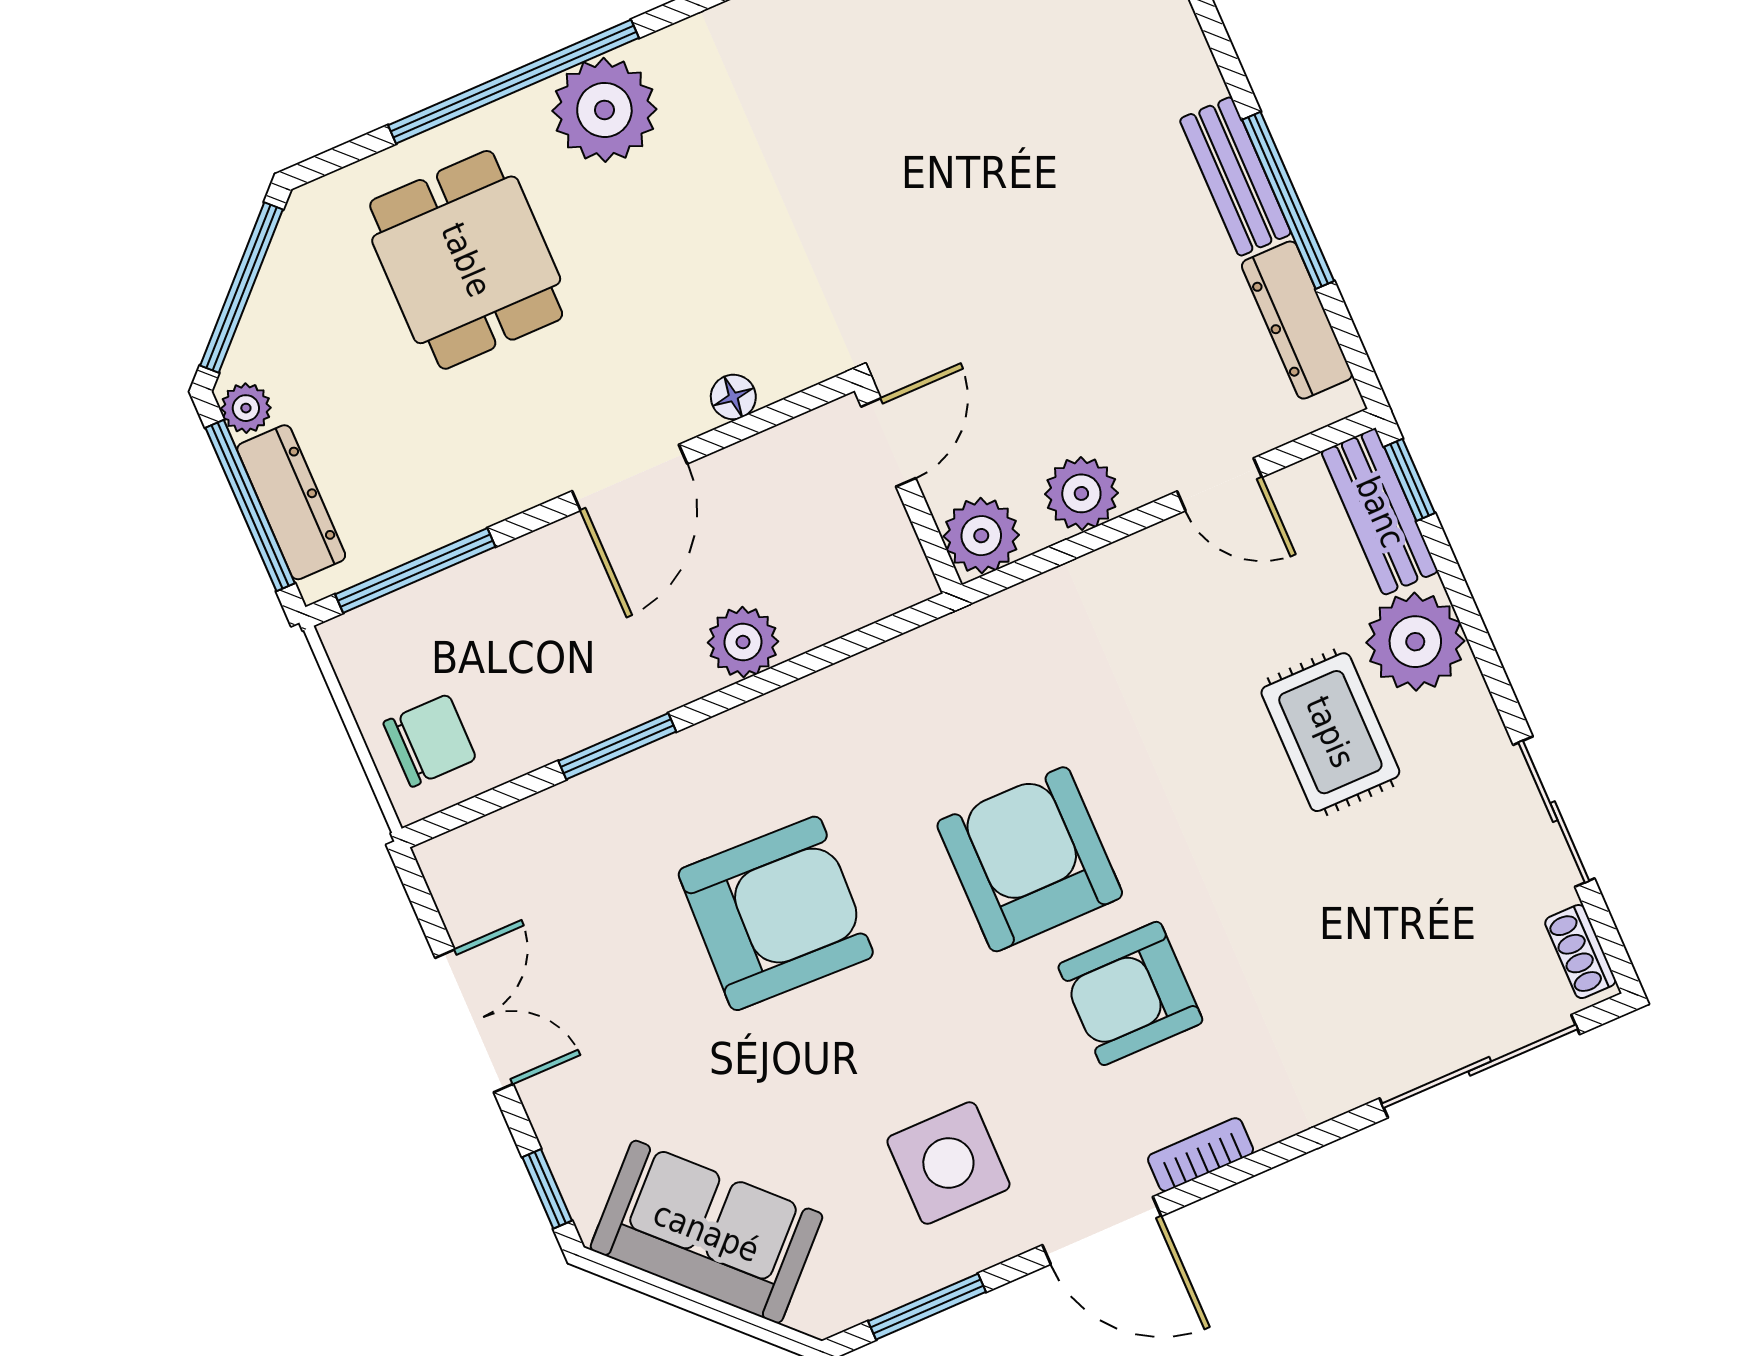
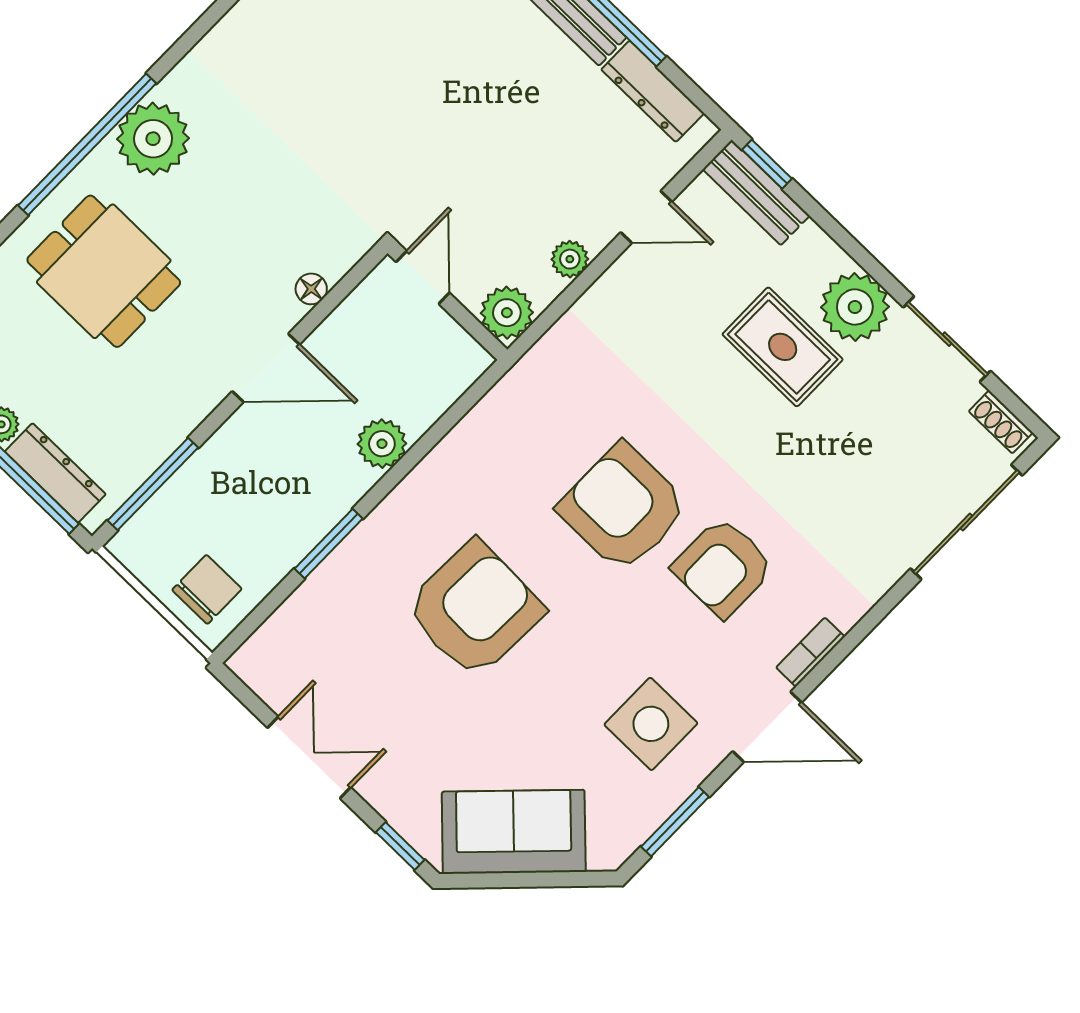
door: (630, 477) -> (266, 368), hinge flipped
plant: (1081, 493) -> (570, 259), width x0.73, depth x0.73
plant: (1415, 642) -> (855, 307), moved

